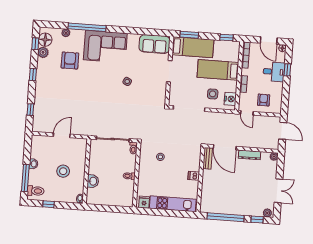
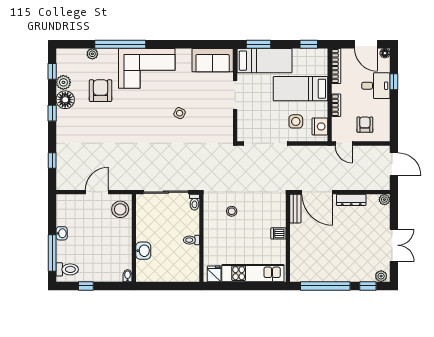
floor lamp: (45, 40) -> (65, 100), moved
stool: (63, 171) -> (120, 209), moved

